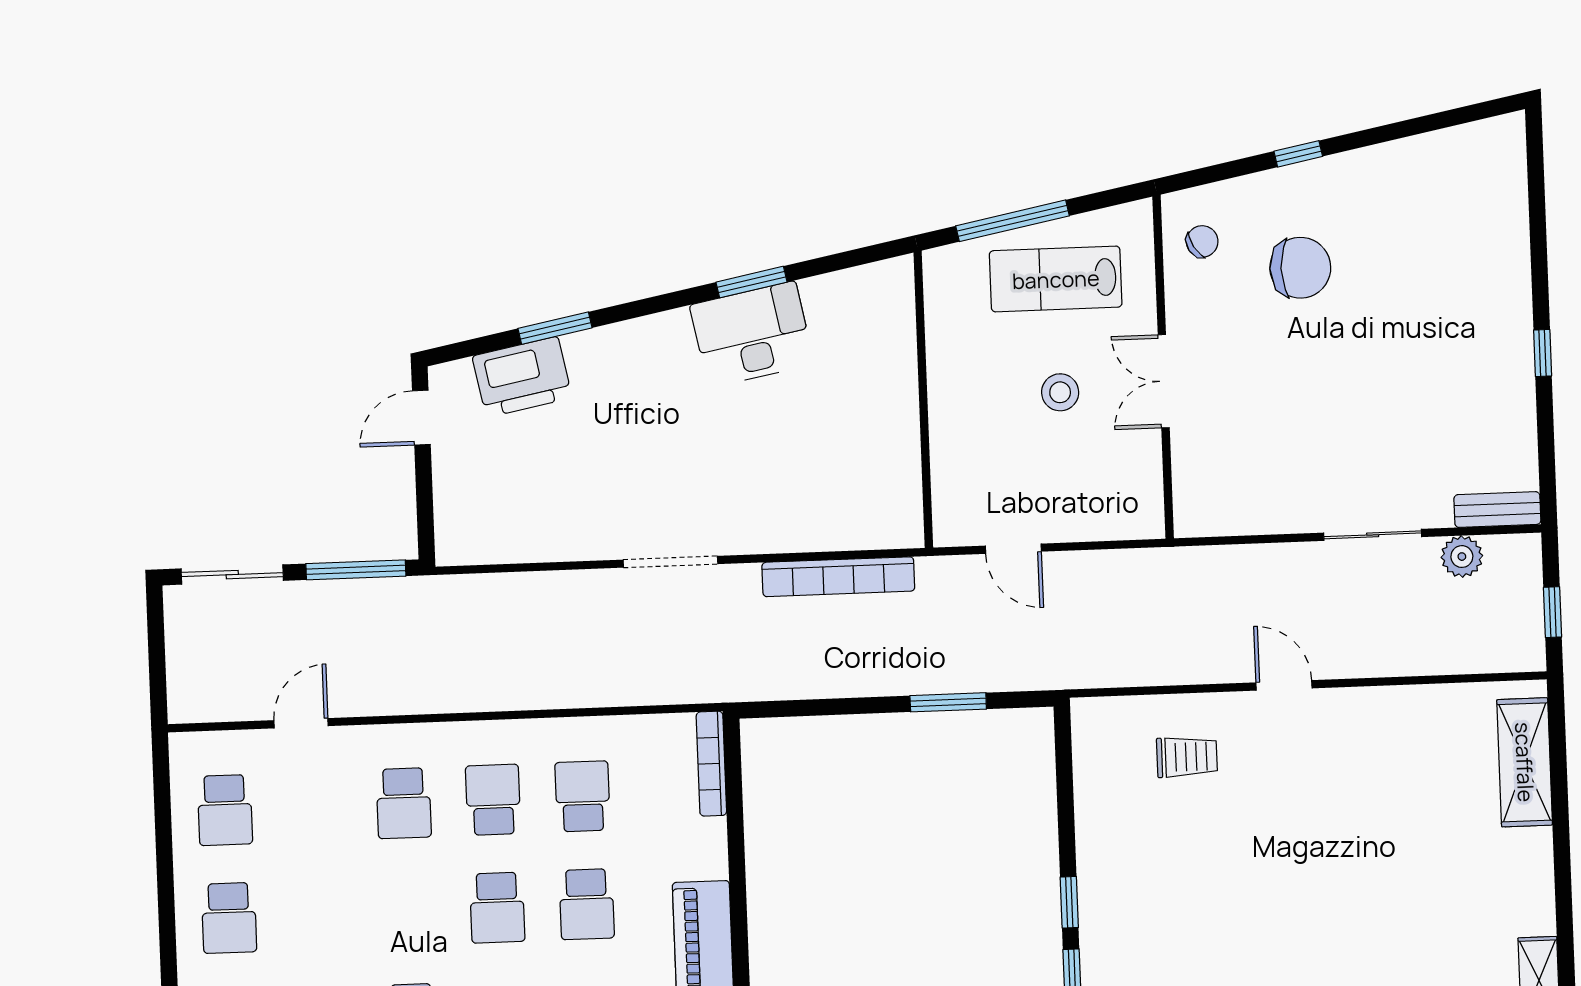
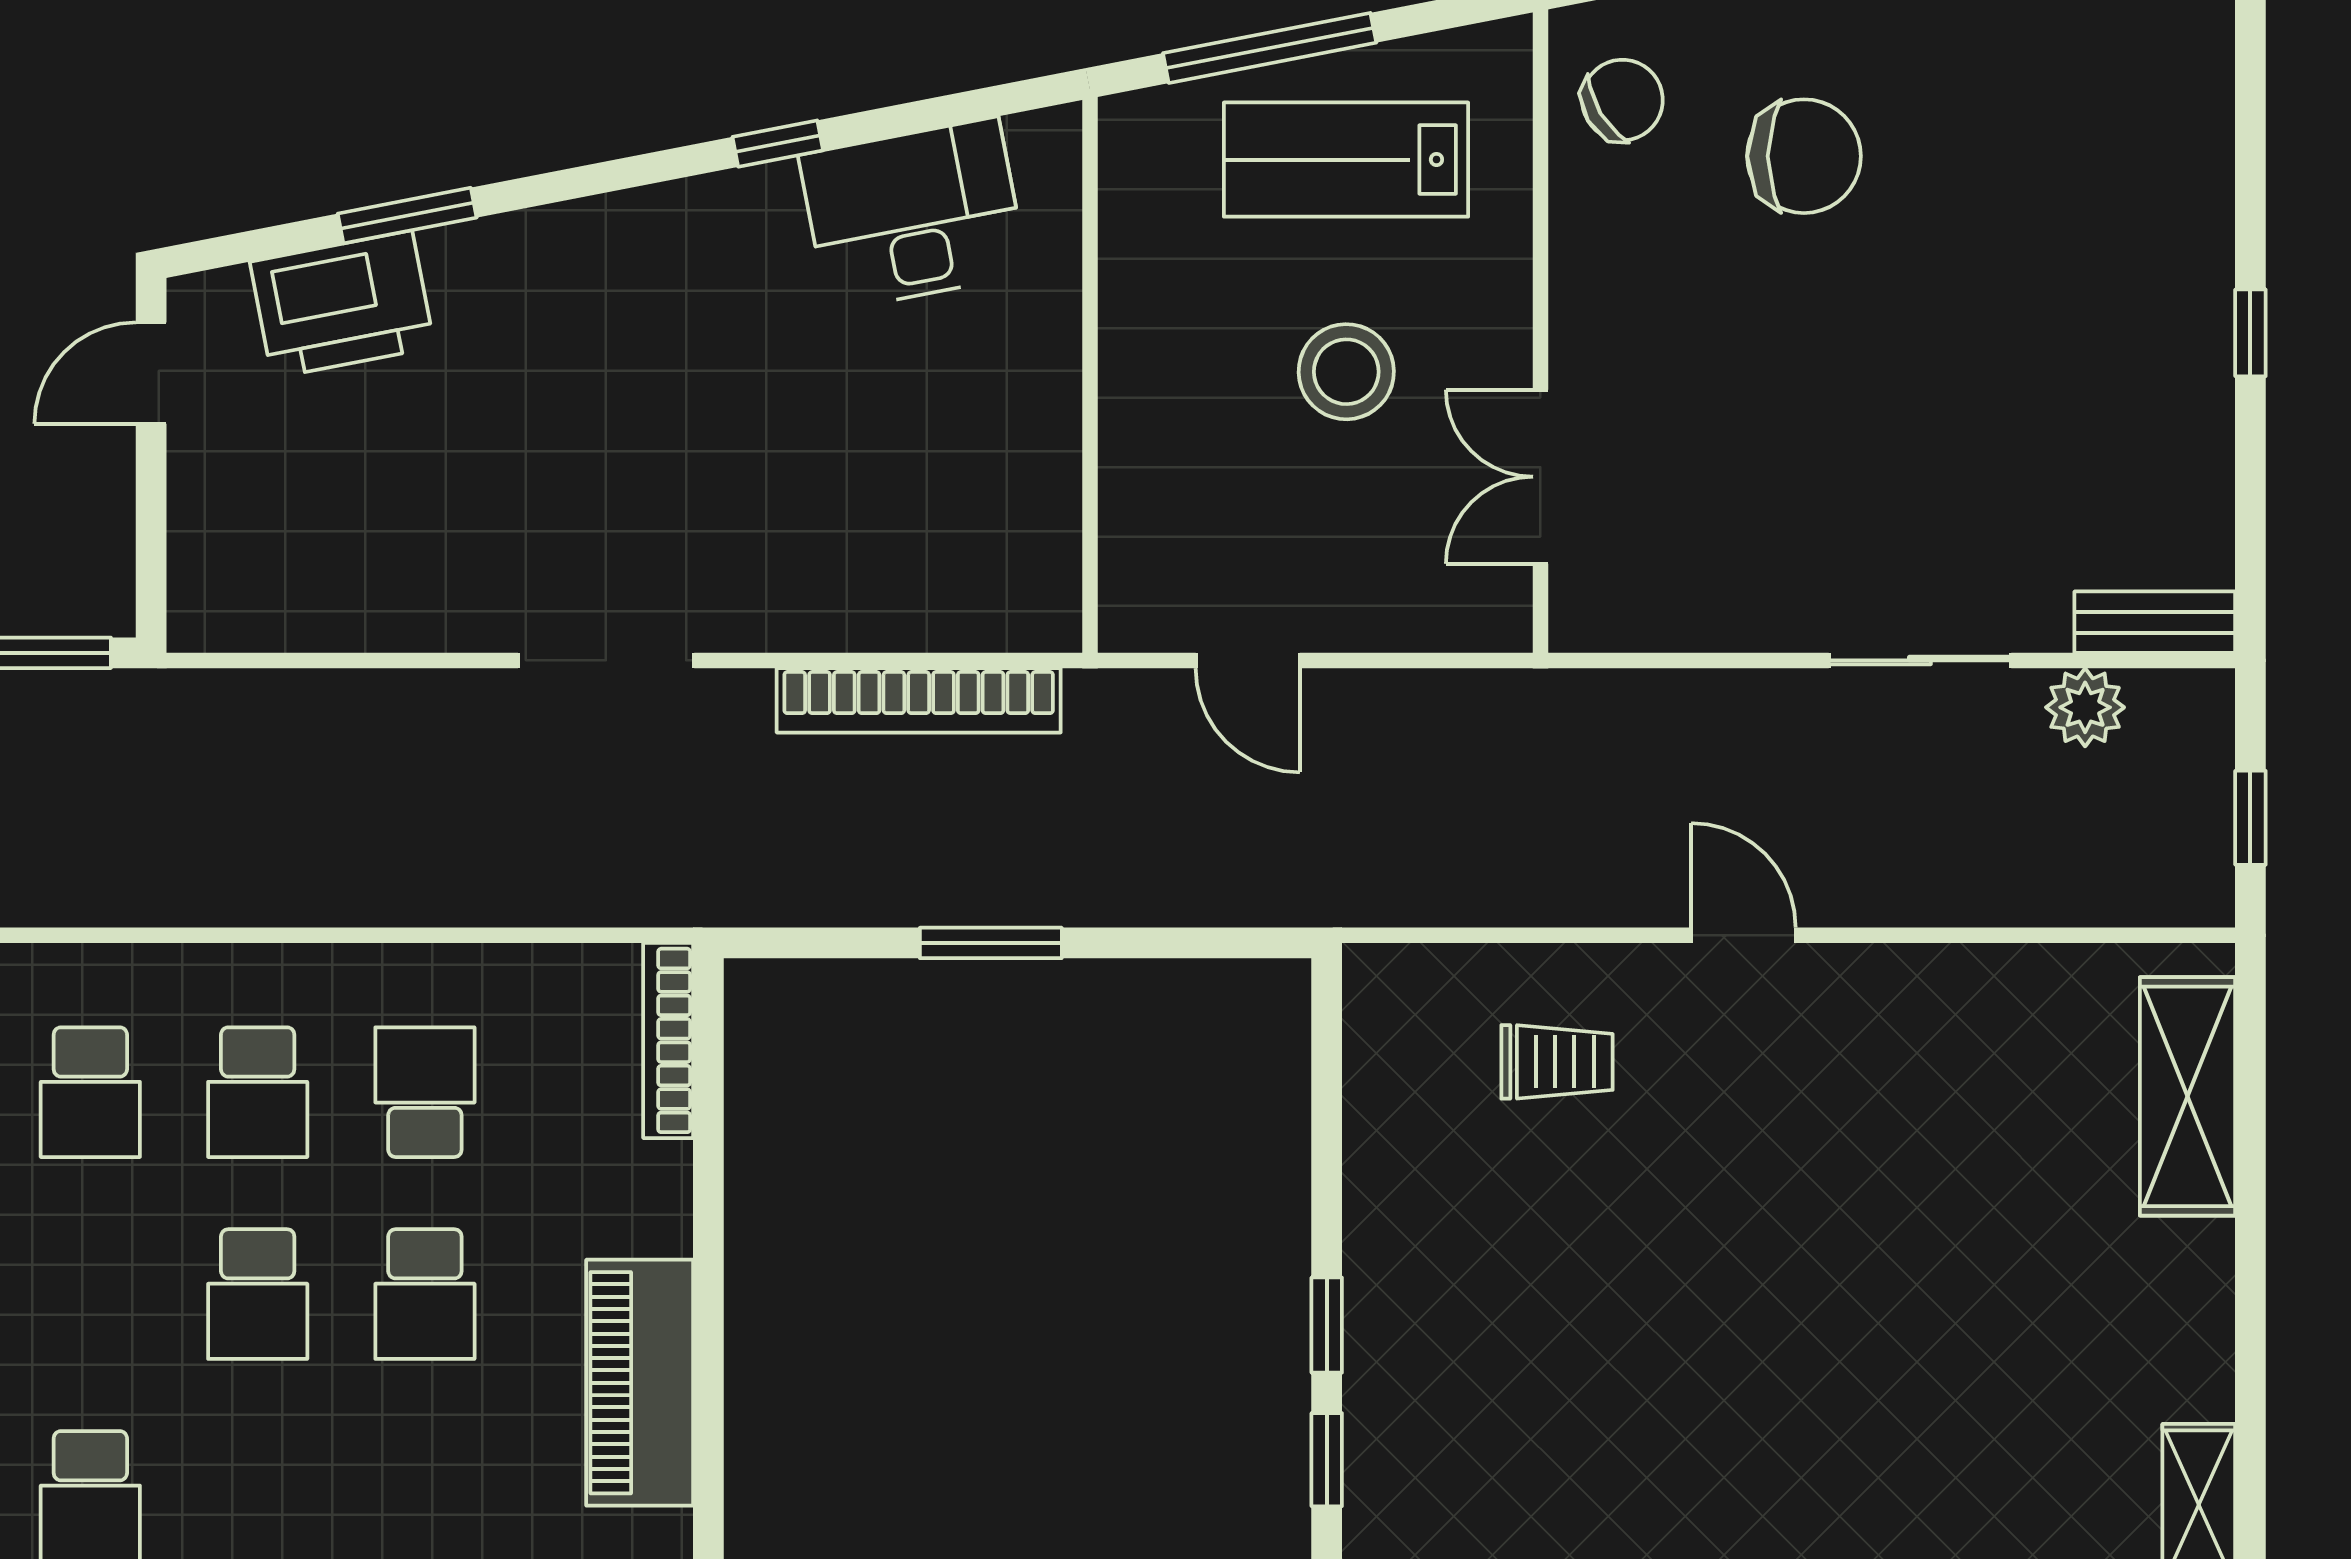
chair: (1202, 241) -> (1622, 100), width x1.37, depth x1.37
window: (752, 282) -> (778, 144), width x0.67
desk: (752, 334) -> (913, 215), moved
double door: (1164, 381) -> (1540, 477), moved
stool: (1060, 392) -> (1346, 372), width x1.38, depth x1.38
window: (948, 702) -> (991, 943), moved
school desk: (493, 800) -> (258, 1092), turned 180

